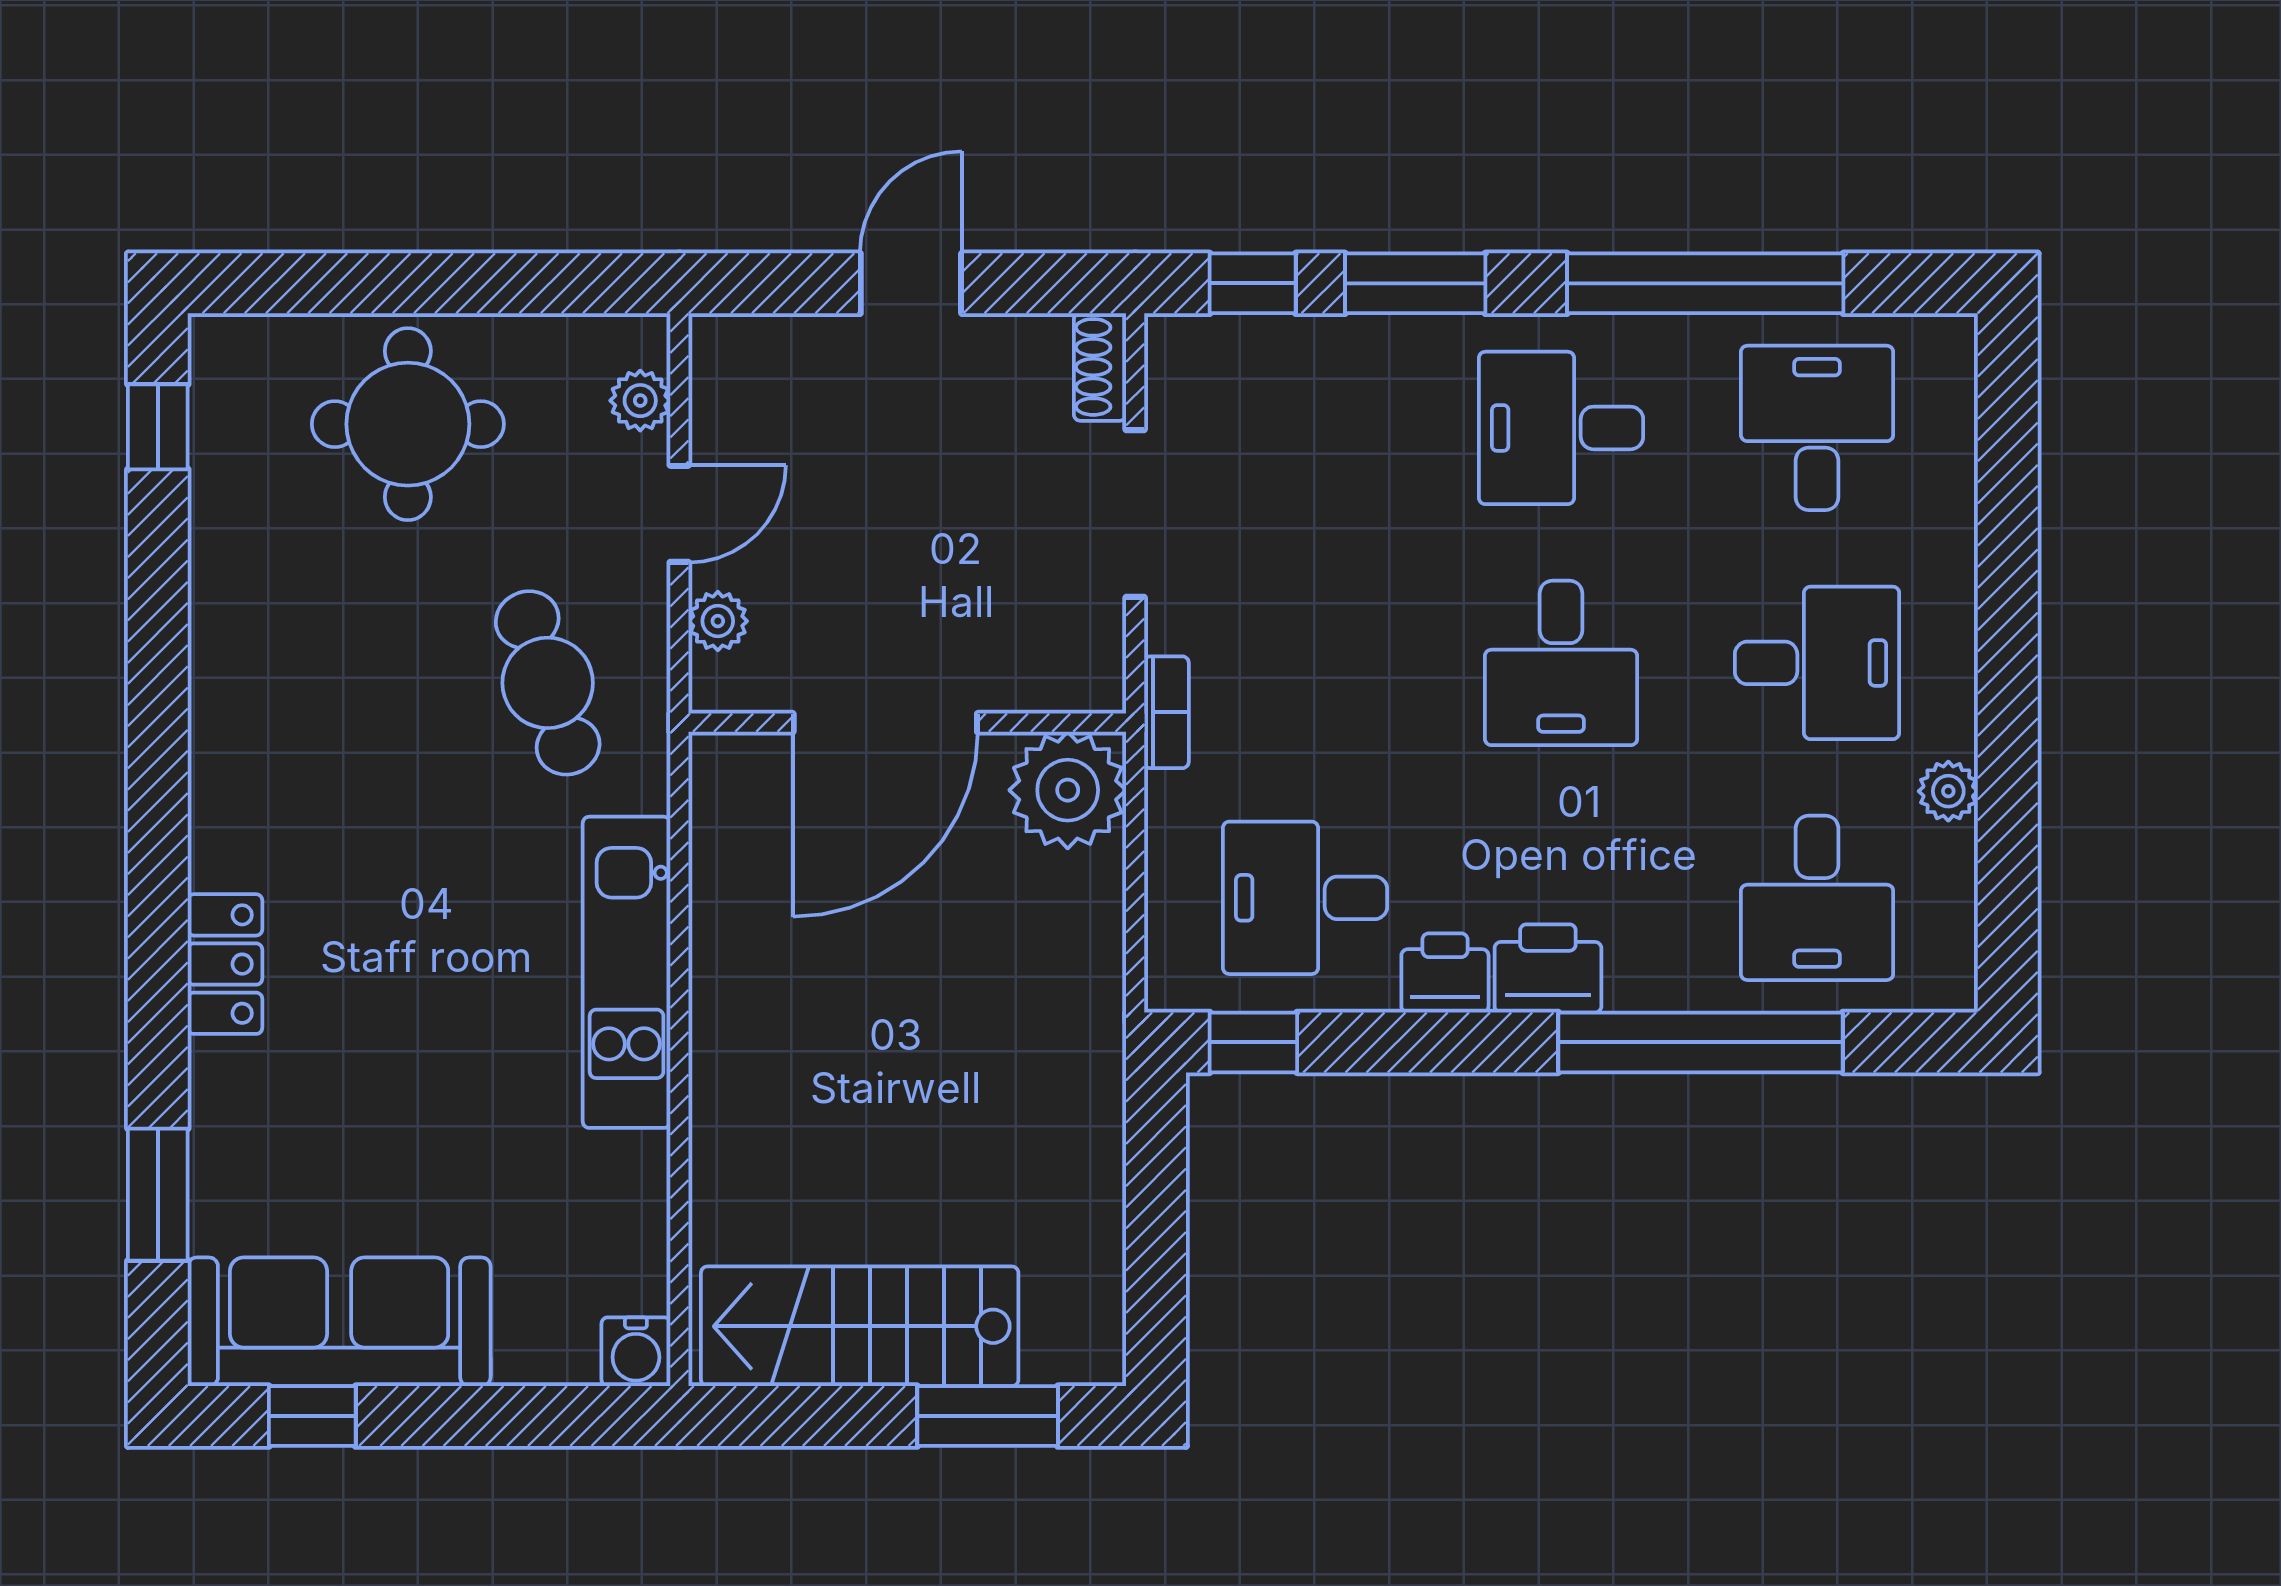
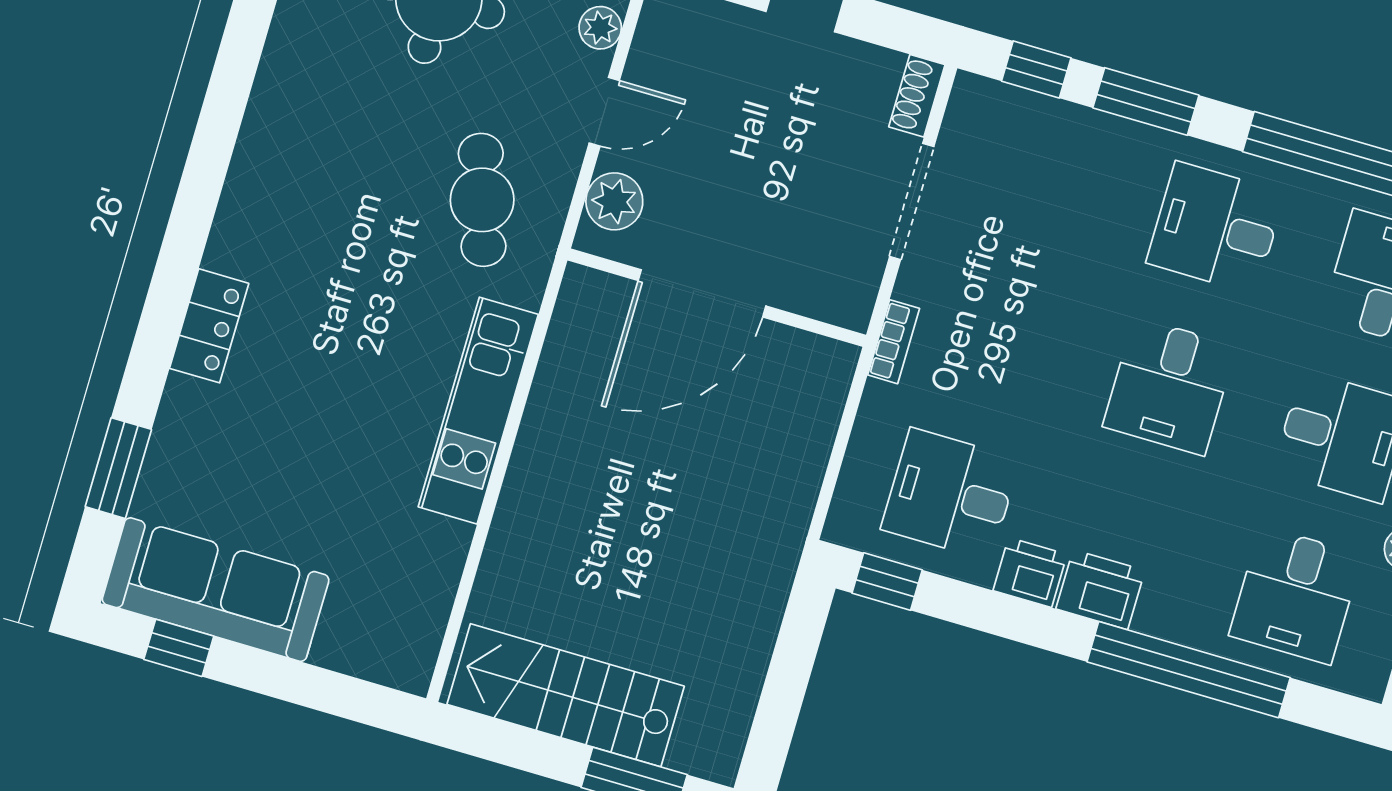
plant: (718, 621) -> (614, 201), width x1.38, depth x1.38
plant: (1068, 790) -> (812, 375), removed
water cooler: (636, 1352) -> (410, 668), removed

